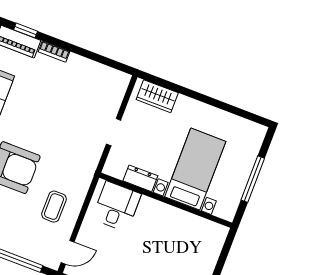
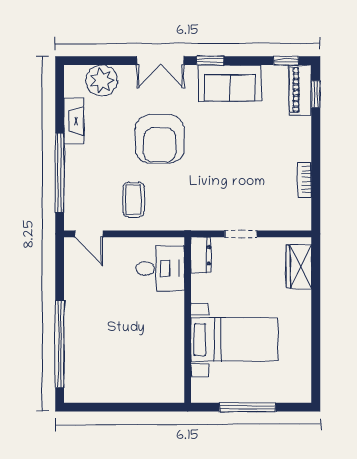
bookcase: (54, 52) -> (304, 180), moved
dresser: (140, 178) -> (201, 255), moved
coffee table: (54, 207) -> (134, 200), turned 90

